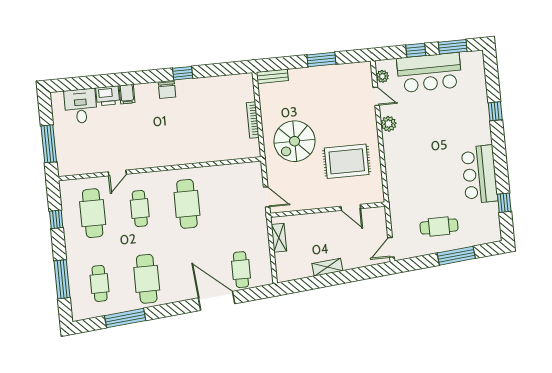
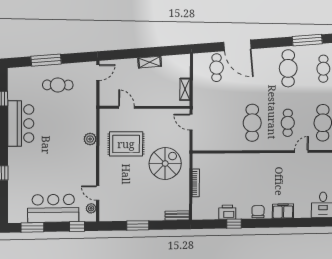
window: (416, 50) -> (77, 227), moved
window: (183, 73) -> (234, 224), moved
filing cabinet: (127, 94) -> (283, 211), width x2.00
printer: (108, 96) -> (227, 212), moved
plant: (389, 124) -> (90, 139), moved

